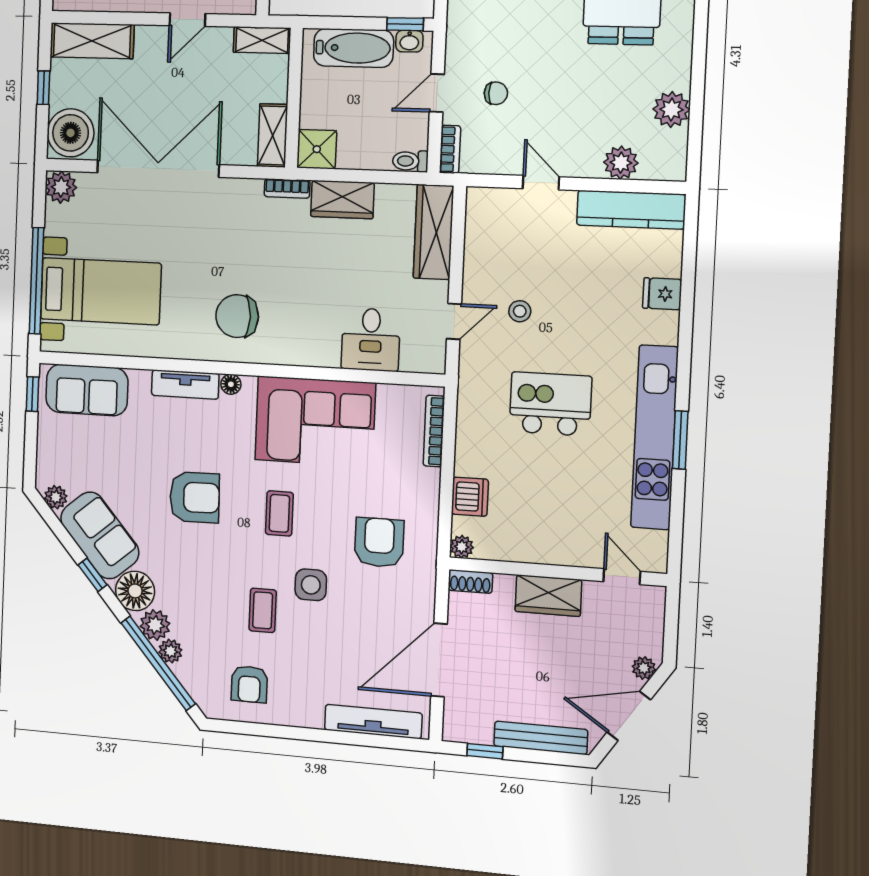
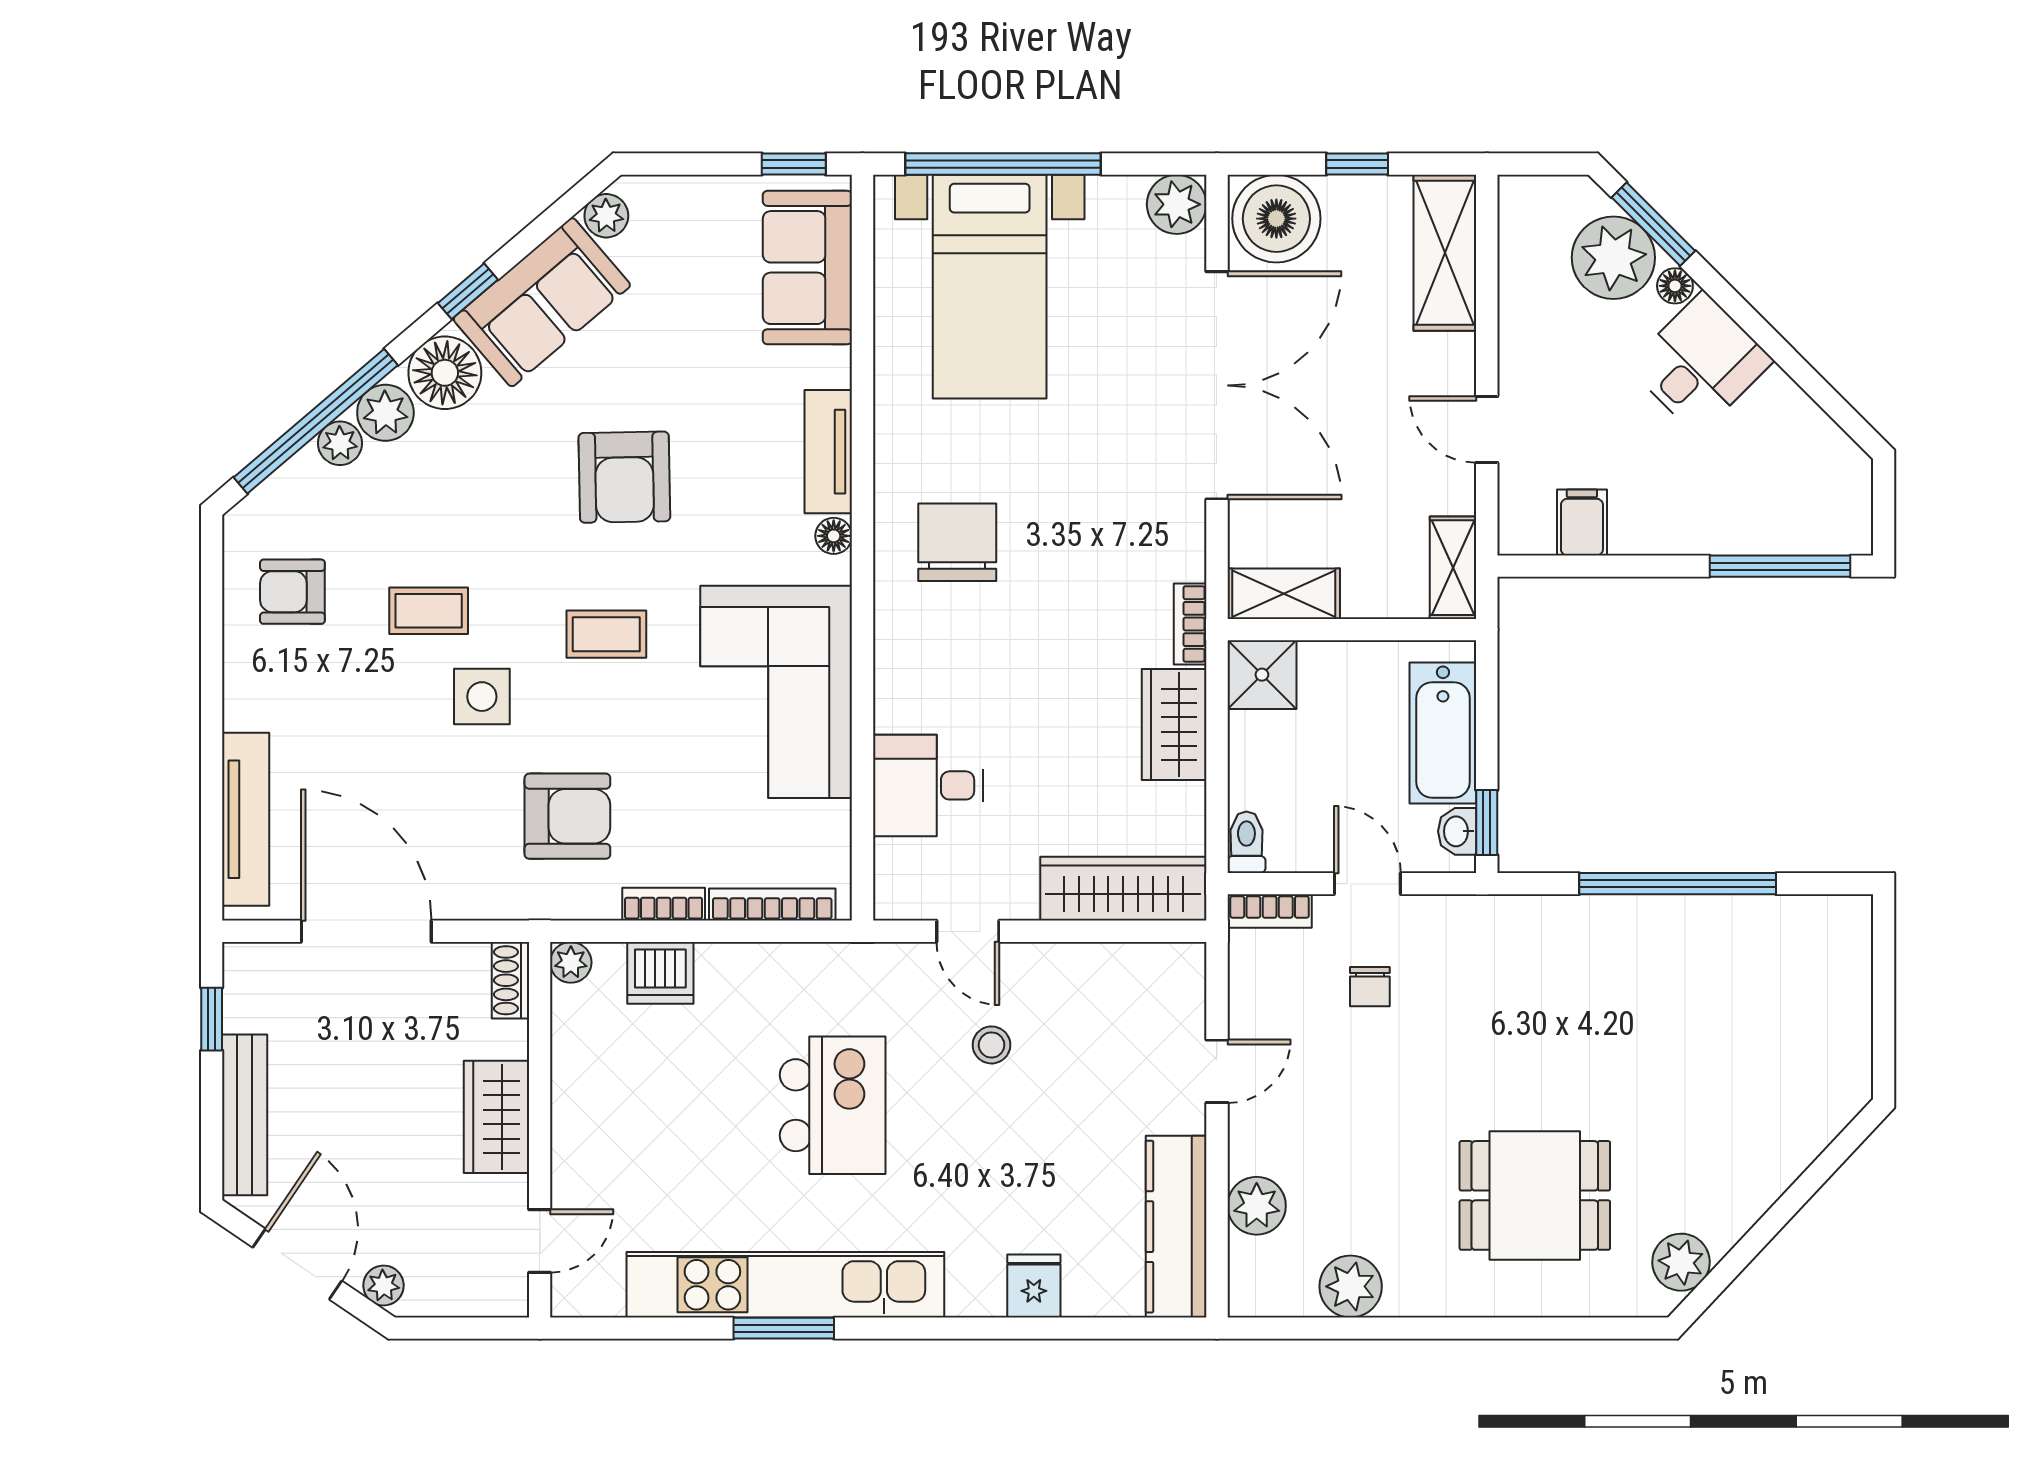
bookcase: (431, 492) -> (664, 904), added

